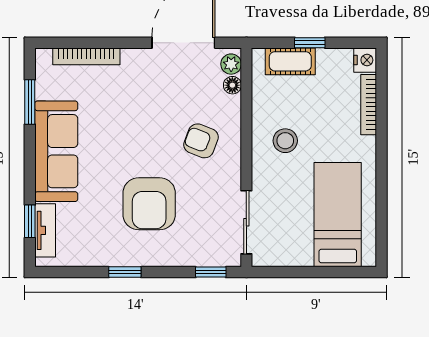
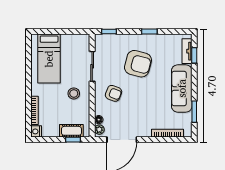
window: (310, 43) -> (73, 140), moved
armchair: (149, 204) -> (138, 64), turned 105
sliding door: (246, 222) -> (92, 66), moved

